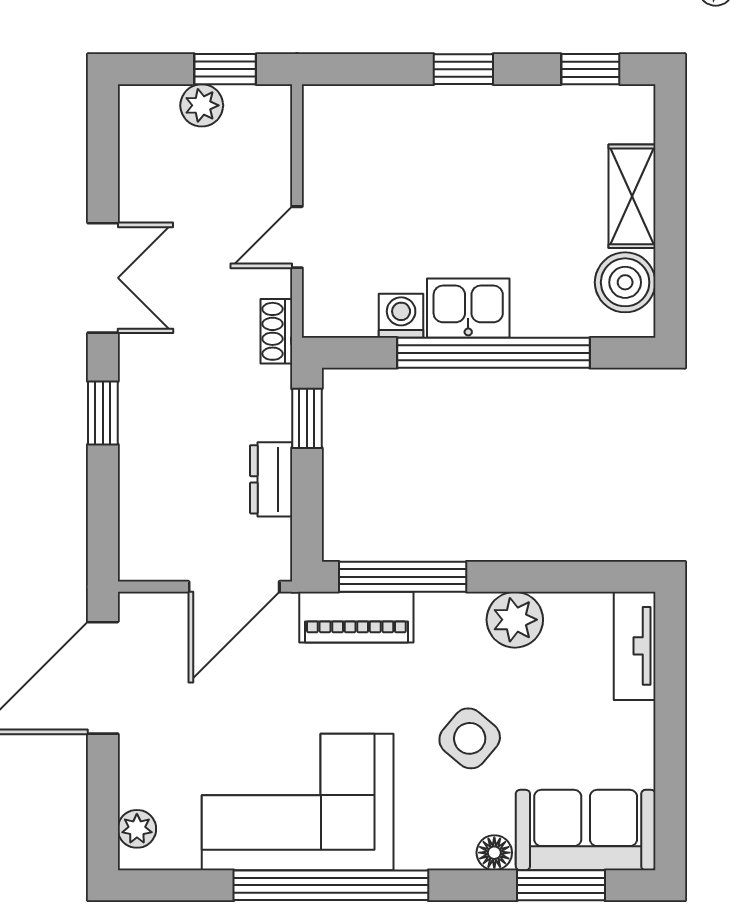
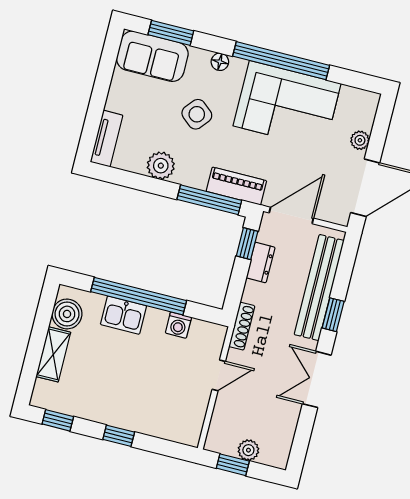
kitchen sink: (468, 308) -> (123, 315), moved
shoe rack: (276, 331) -> (242, 326), width x1.43
window: (307, 418) -> (247, 244), moved
bench: (144, 459) -> (319, 288), added
plant: (137, 829) -> (360, 140), moved
floor lamp: (494, 853) -> (220, 62), moved

